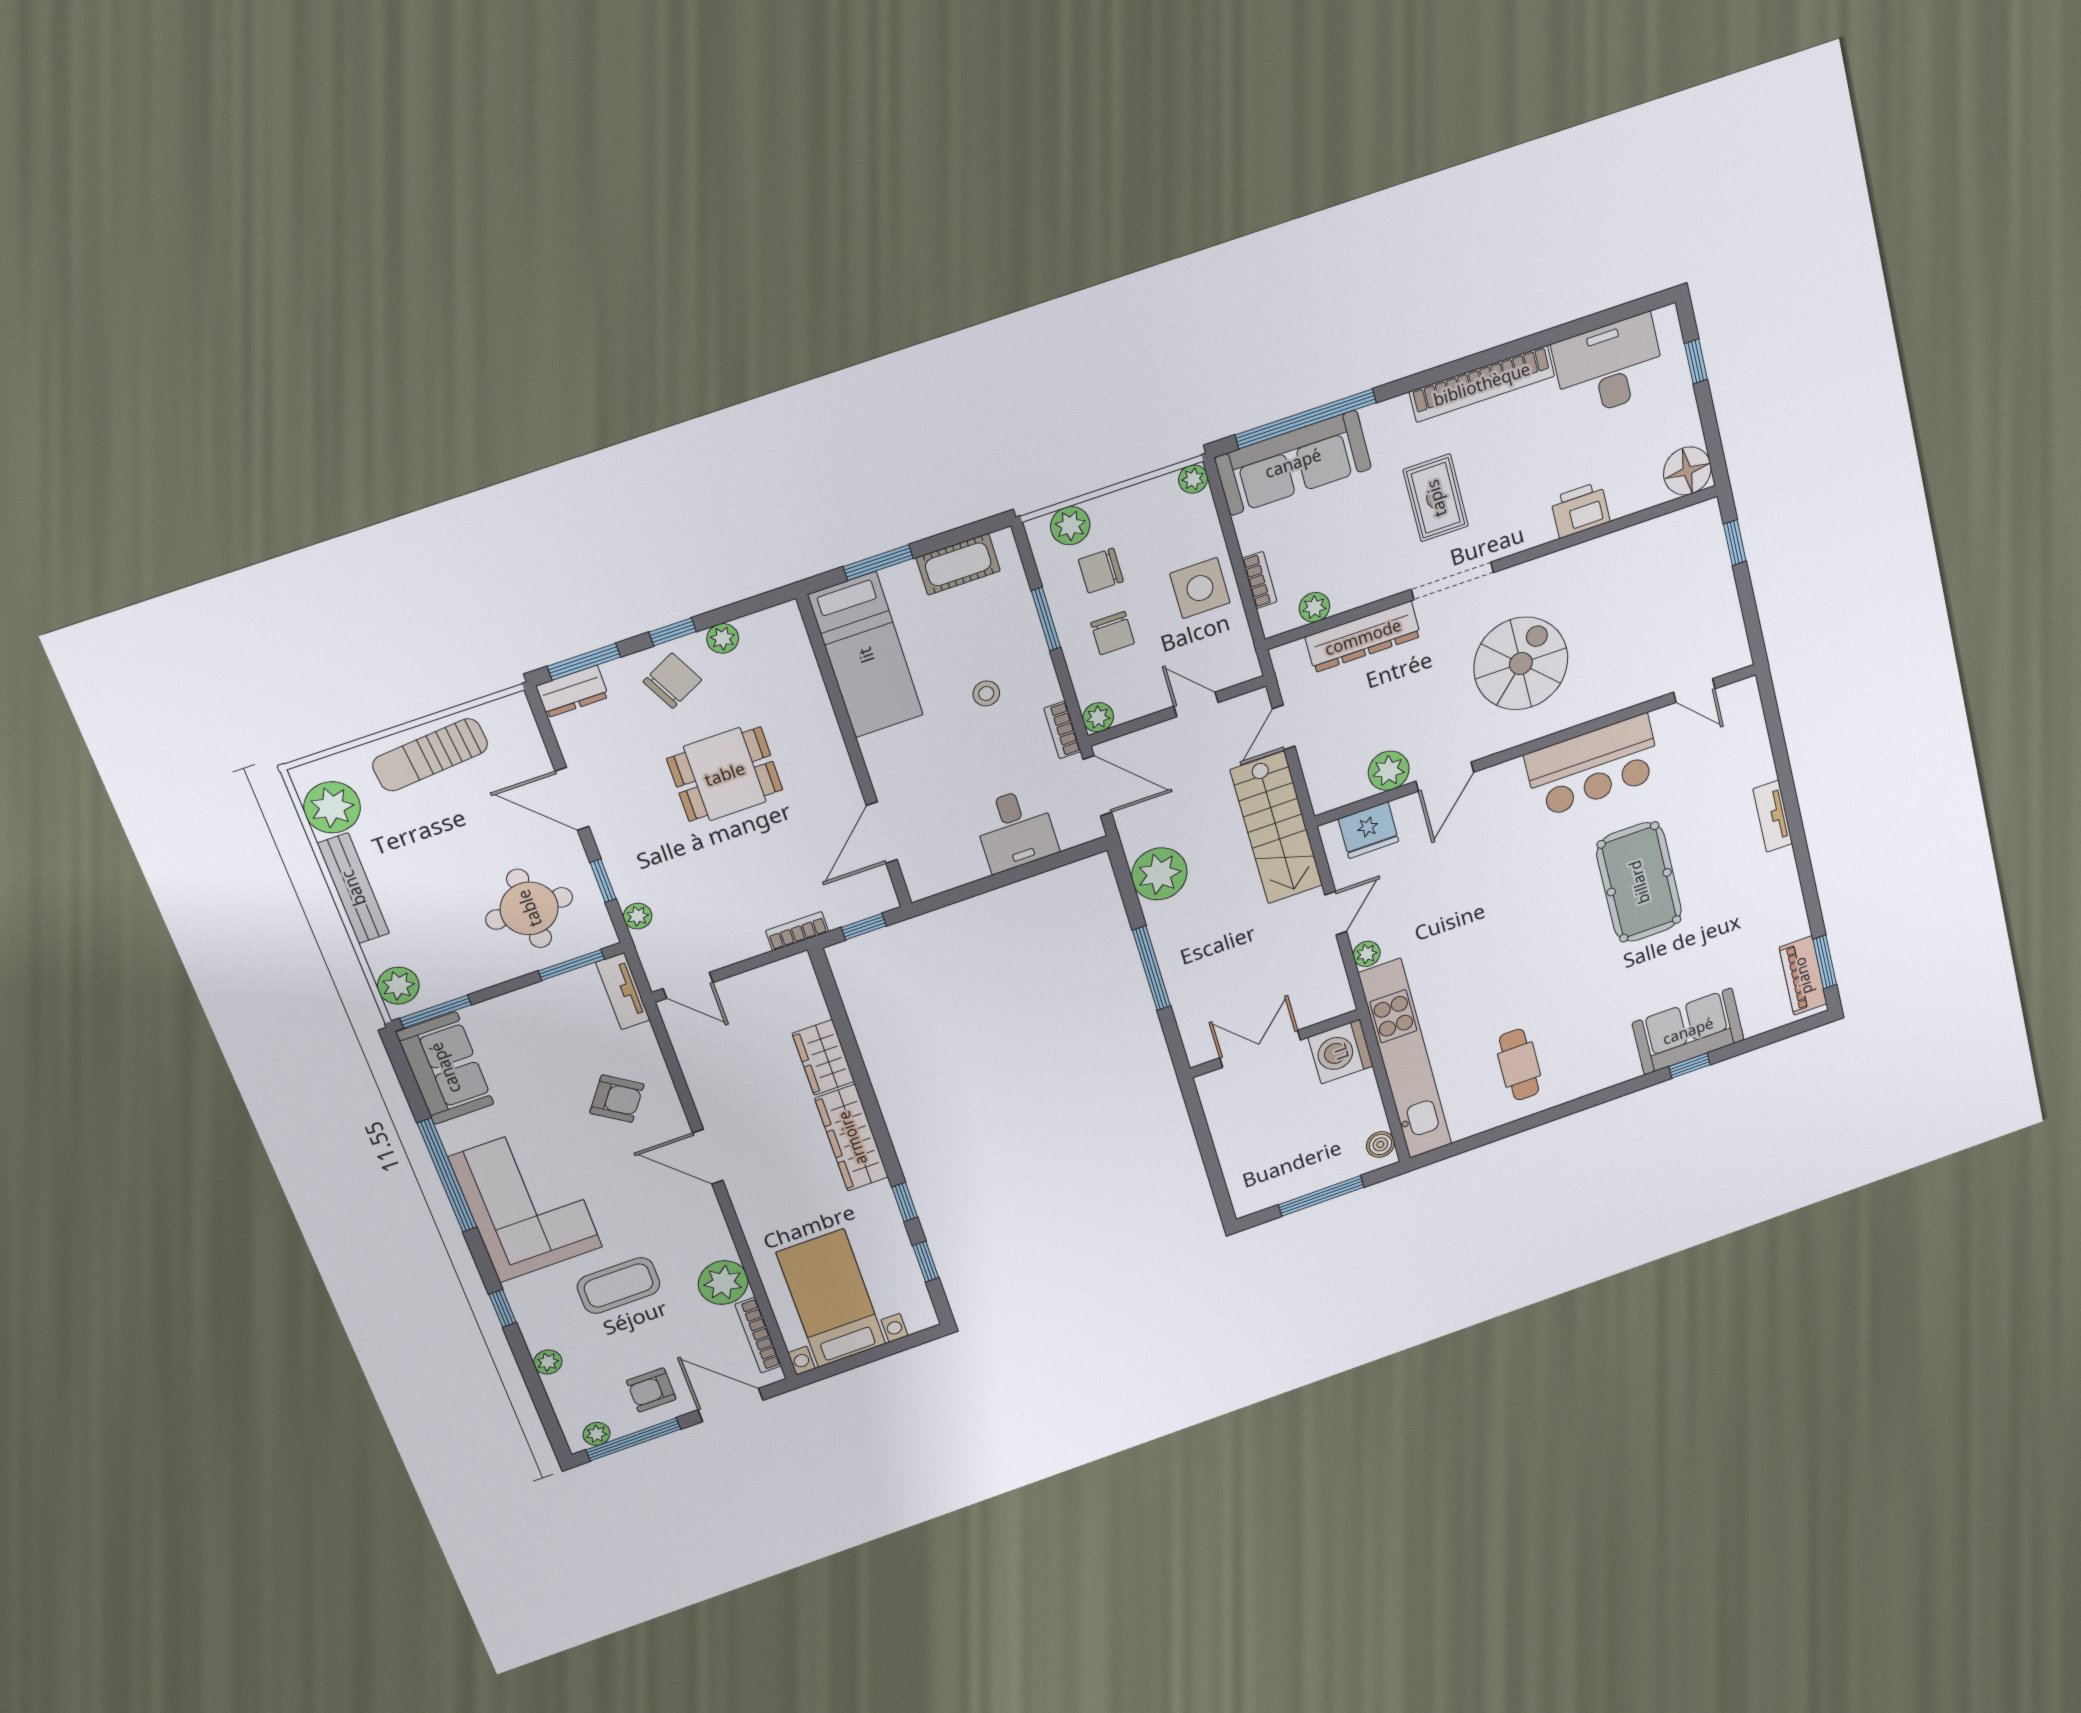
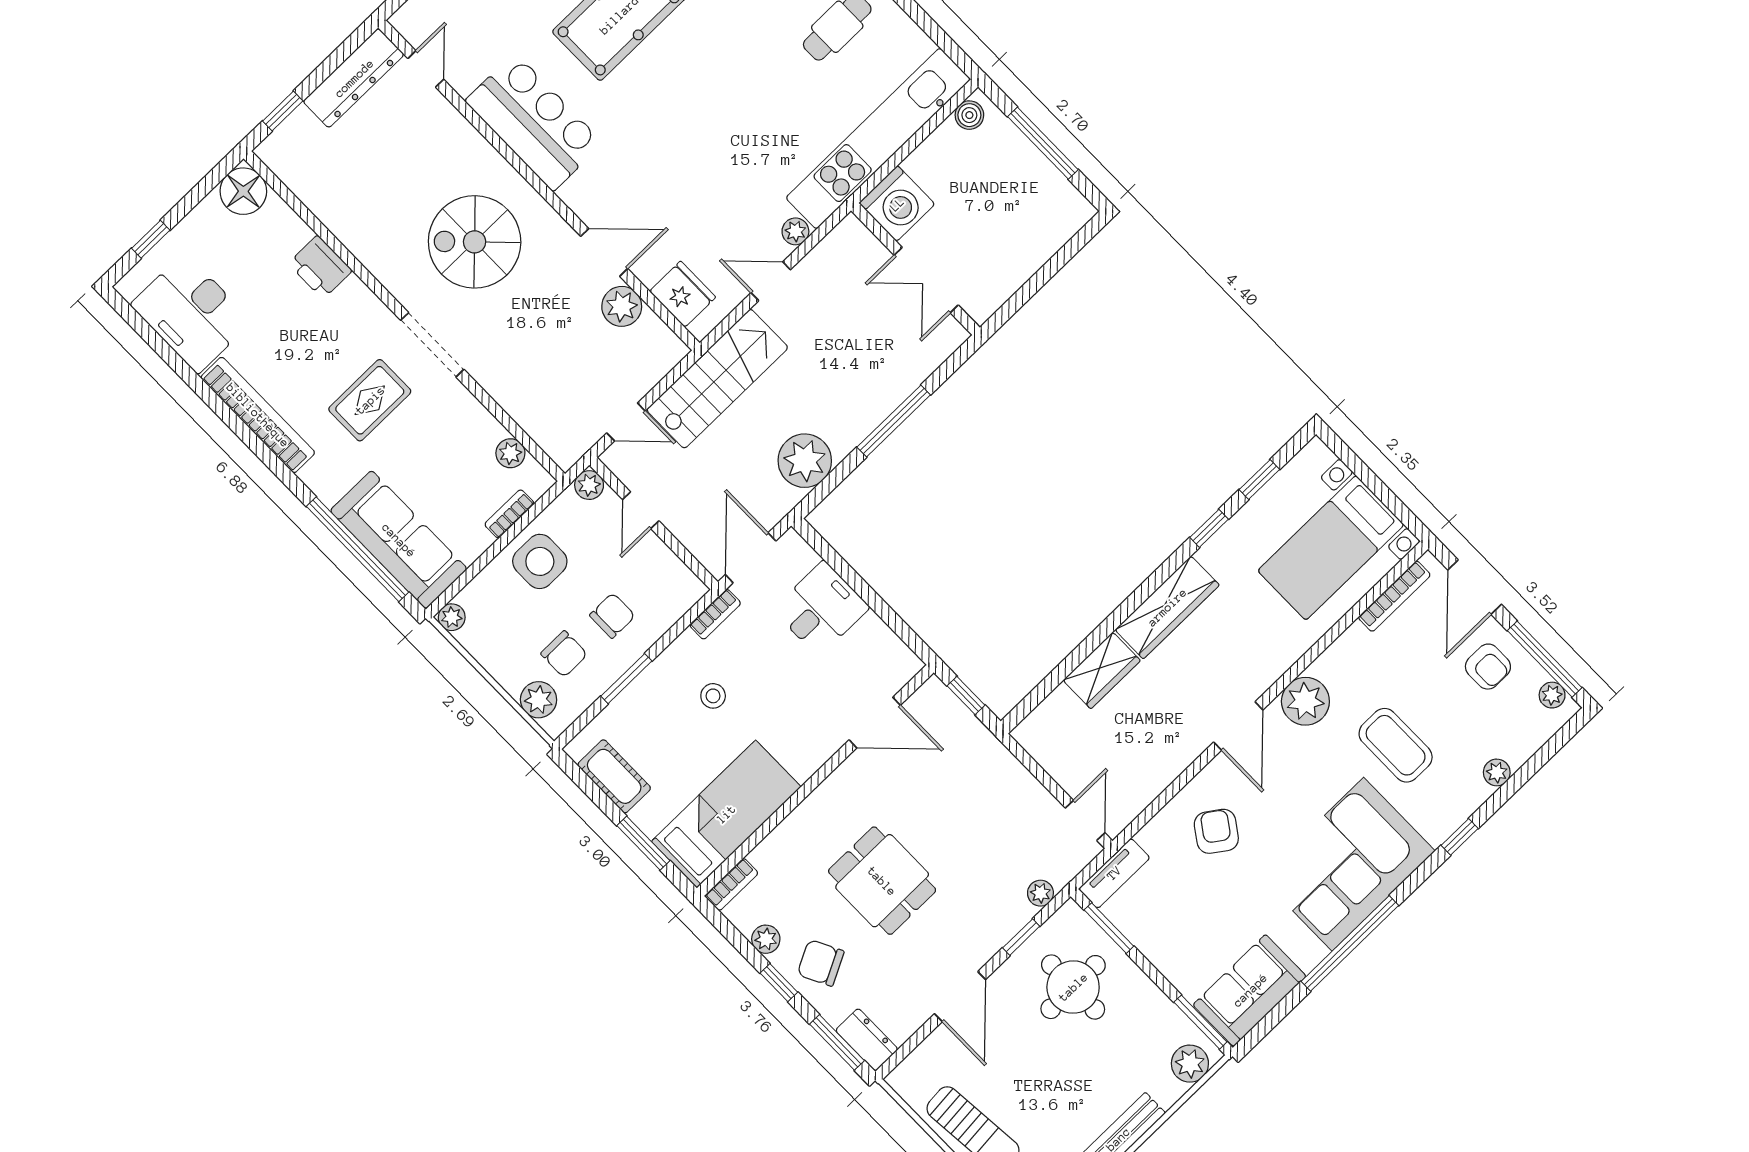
dresser: (1363, 637) -> (354, 78), moved, turned 90
plant: (1098, 717) -> (589, 485), moved
bookcase: (797, 931) -> (732, 884), moved, turned -90
plant: (723, 1283) -> (1305, 701), moved

